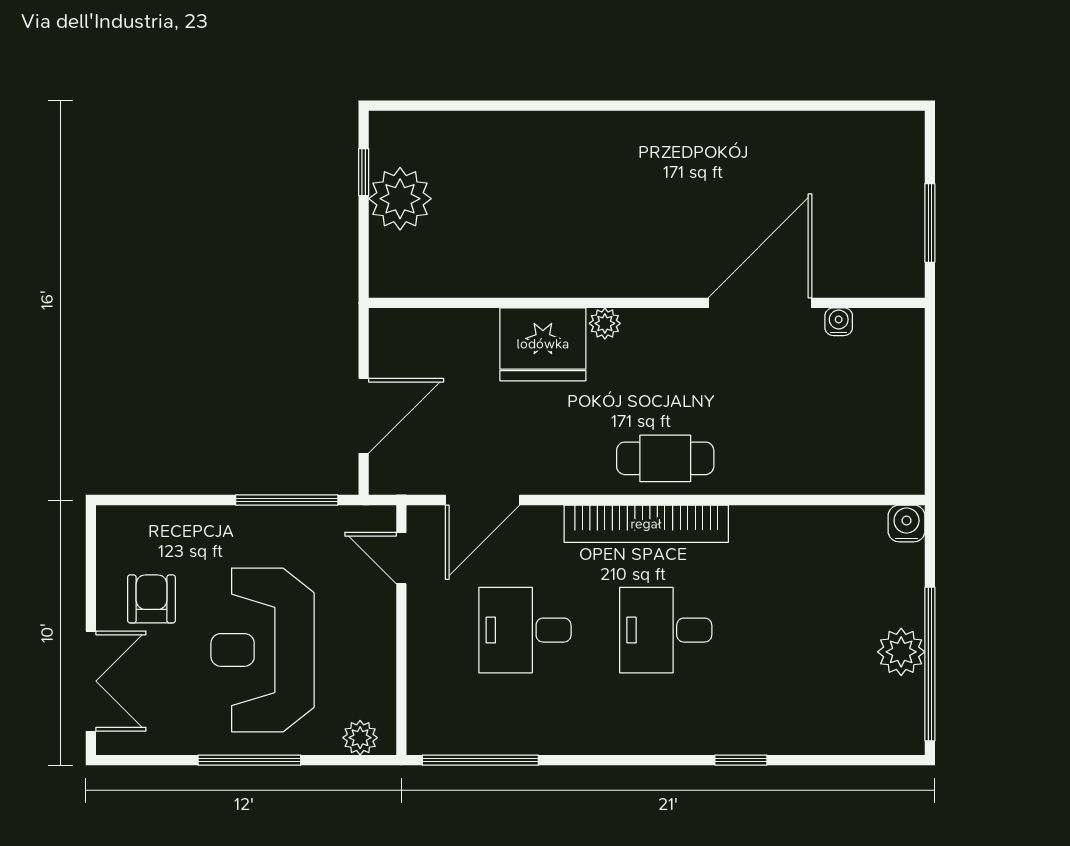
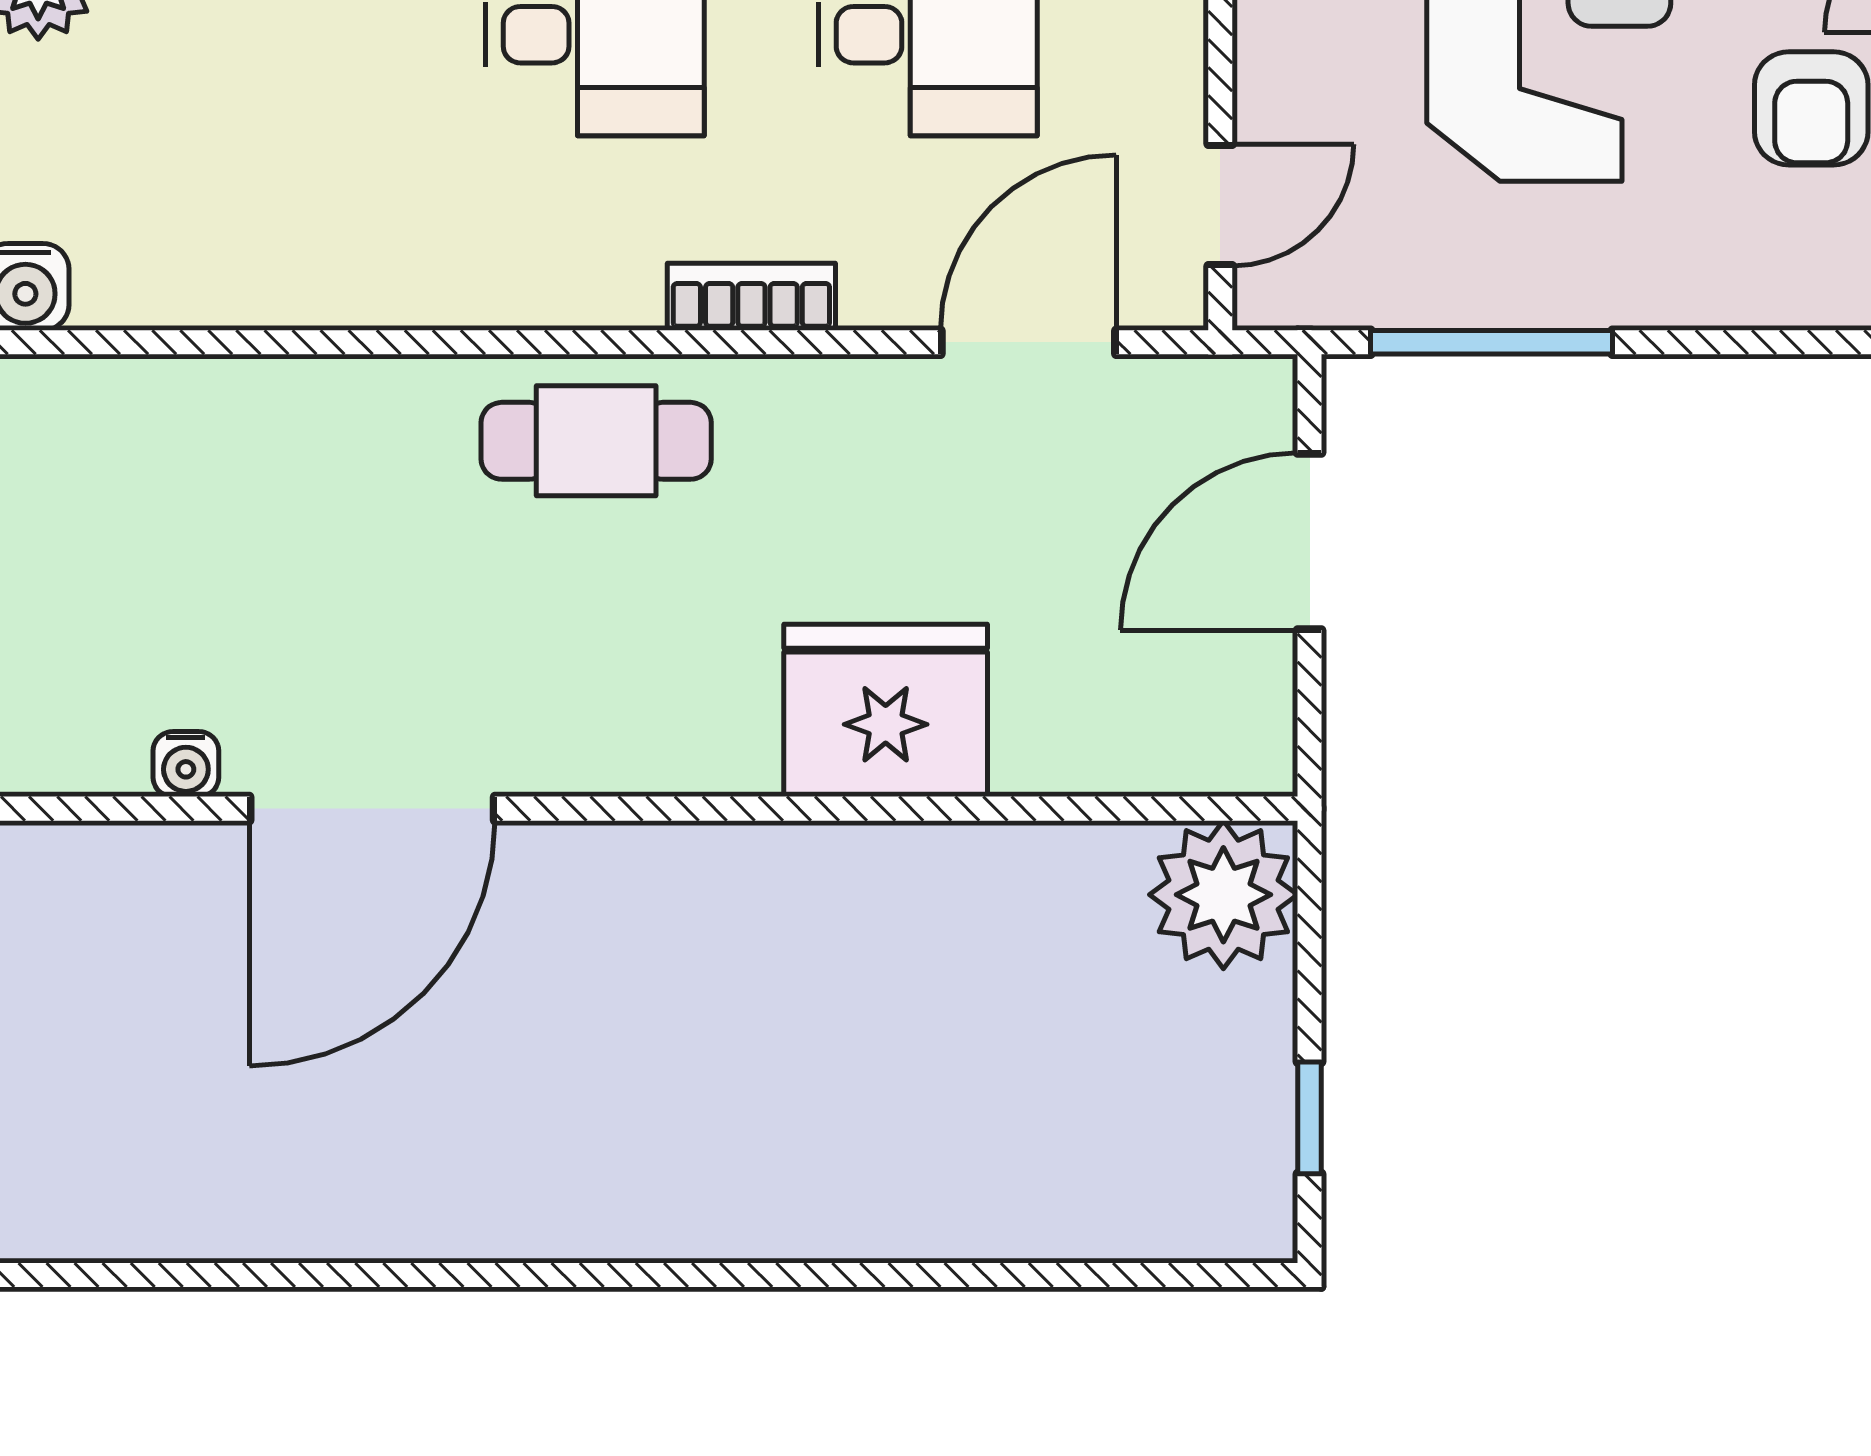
plant: (400, 199) -> (1223, 895), moved
plant: (605, 323) -> (739, 760), removed
bookcase: (646, 524) -> (751, 297), width x0.43, depth x0.76
door: (401, 558) -> (1220, 205), hinge flipped

